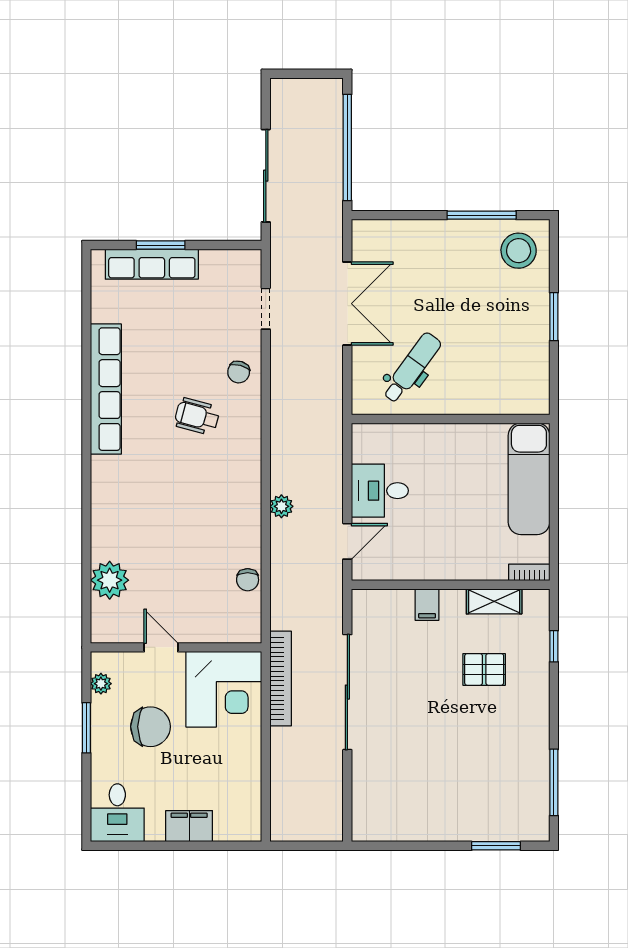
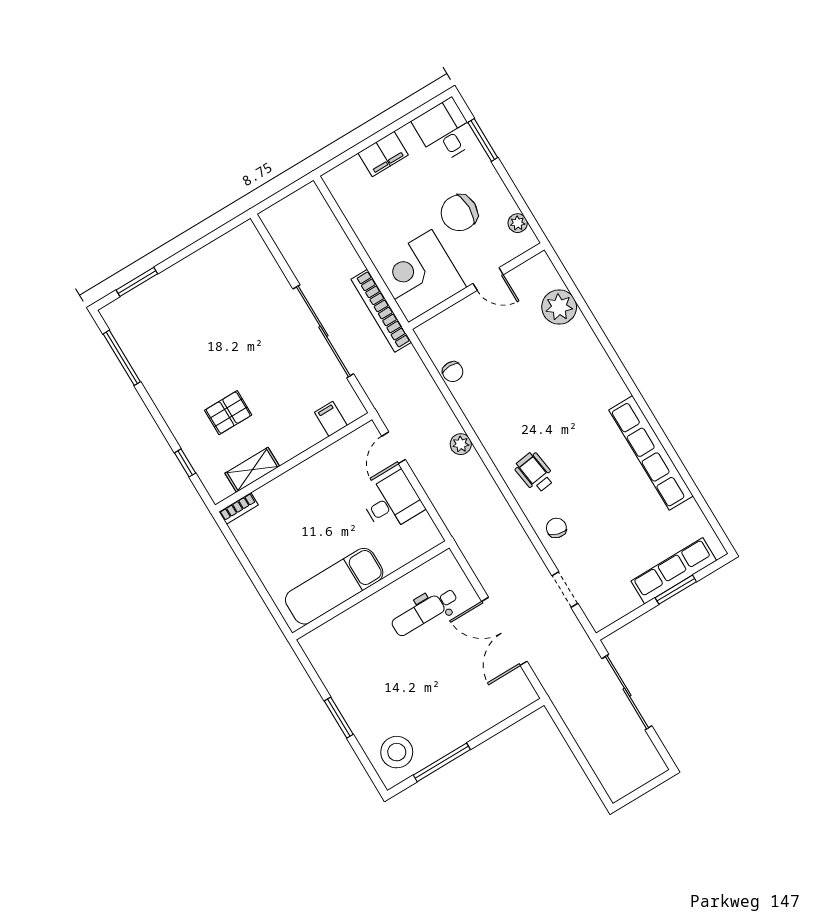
window: (347, 147) -> (577, 752), removed
dental chair: (412, 368) -> (425, 612), turned 54
wheelchair: (197, 416) -> (535, 472), moved, turned -113
exam couch: (529, 479) -> (334, 586), moved, turned -90
chair: (248, 580) -> (453, 372), turned 180
filing cabinet: (427, 605) -> (331, 419), moved
window: (86, 728) -> (483, 140), moved

